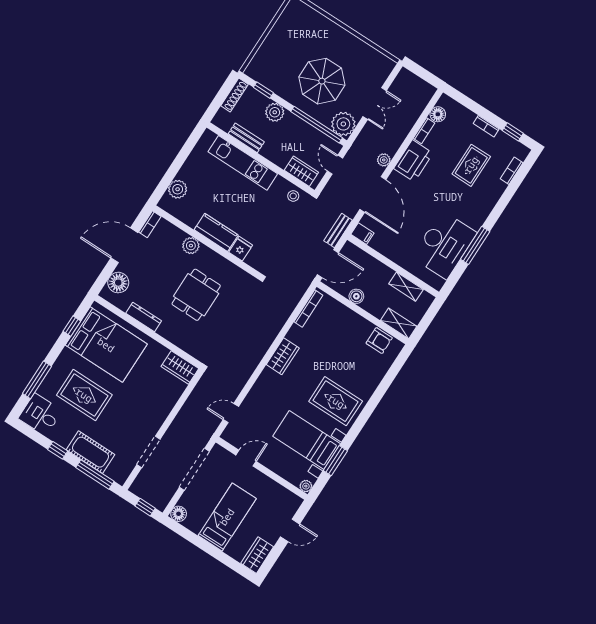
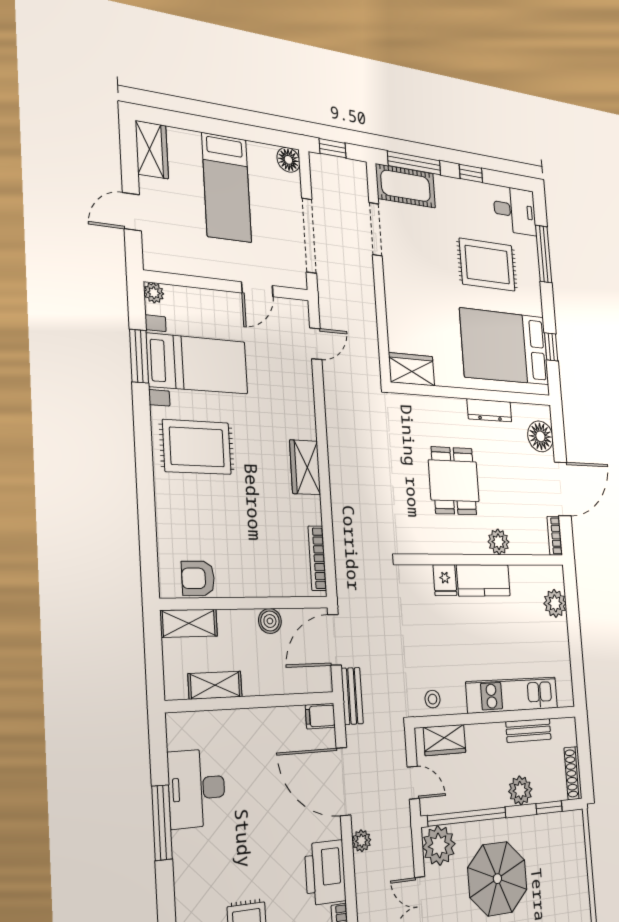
desk: (444, 245) -> (197, 788), width x0.73, depth x0.77
cot: (91, 452) -> (406, 186), moved

